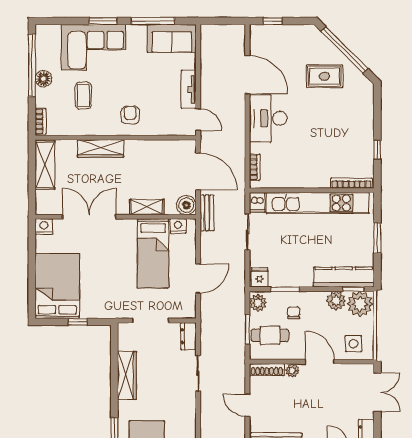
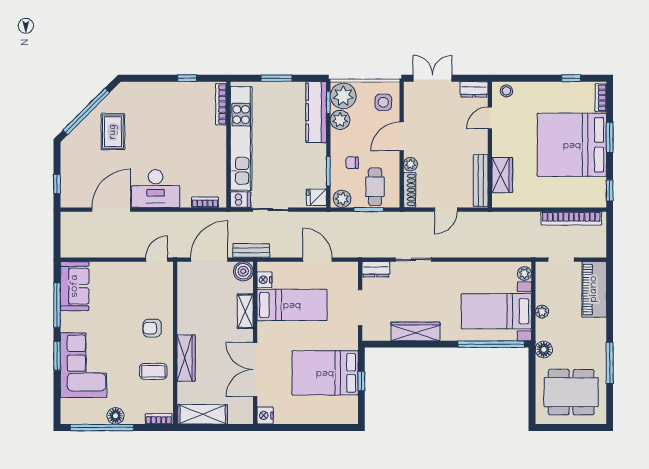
tv unit: (189, 89) -> (126, 269), removed
coffee table: (83, 96) -> (153, 371), moved
bed: (57, 286) -> (325, 373), moved

